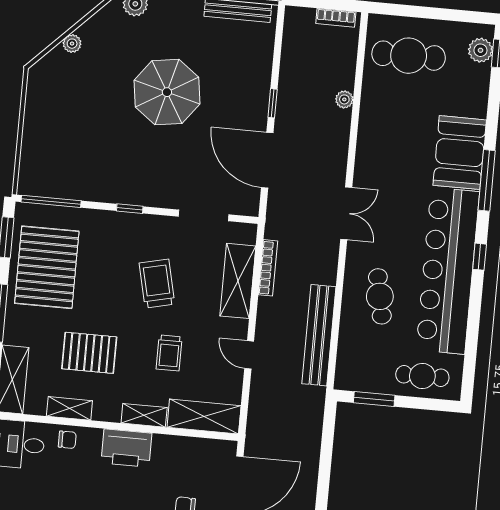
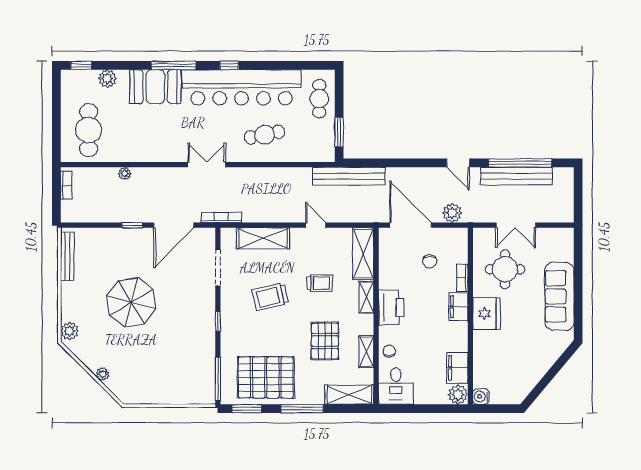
plant: (480, 50) -> (107, 78), moved
bookcase: (268, 268) -> (221, 218), moved
bench: (319, 335) -> (349, 176), moved
door: (249, 355) -> (316, 225), swing flipped

